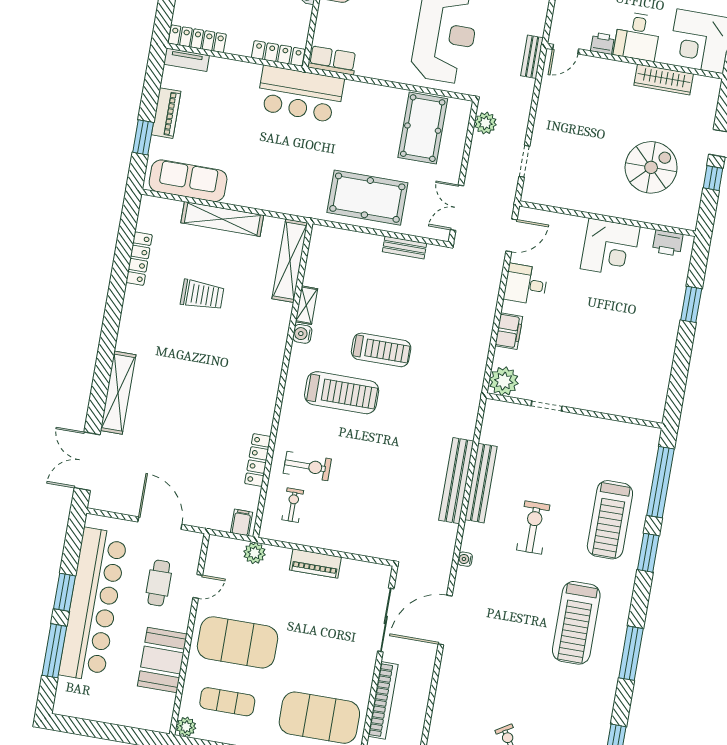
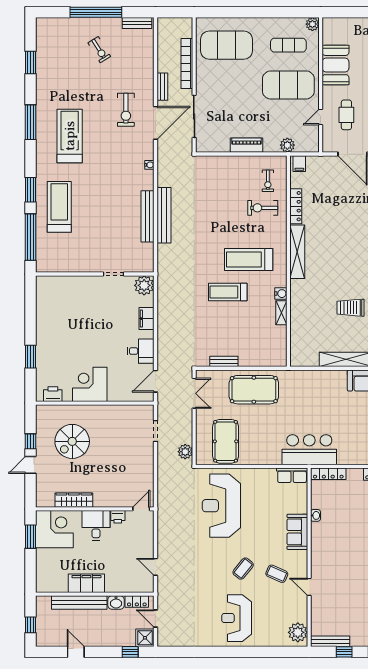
bench: (532, 57) -> (162, 87), moved
shelving: (290, 261) -> (297, 252), moved
exercise bike: (533, 528) -> (126, 110), moved

